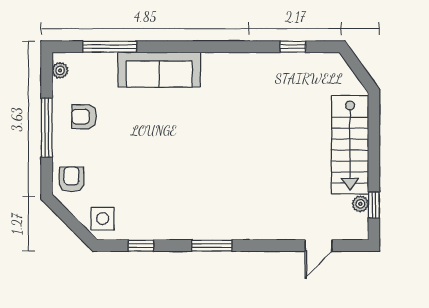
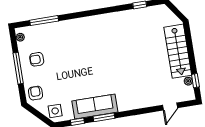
sofa: (159, 70) -> (95, 107), moved, turned 180
window: (212, 246) -> (104, 117), moved

